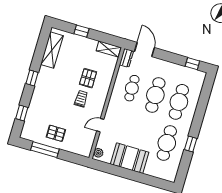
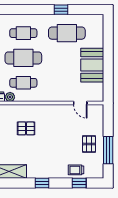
trolley: (81, 99) -> (76, 170), moved
cafe table: (179, 102) -> (23, 33), width x0.73, depth x0.74
door: (100, 125) -> (80, 103), moved
plant: (98, 153) -> (10, 97), moved

